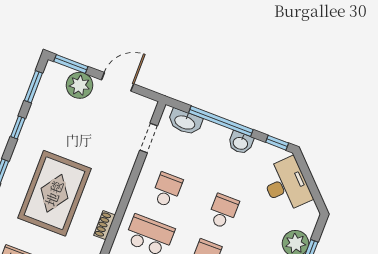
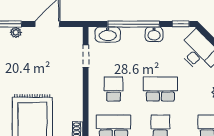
plant: (80, 85) -> (16, 32), width x0.53, depth x0.53
school desk: (223, 211) -> (160, 89), width x1.85

